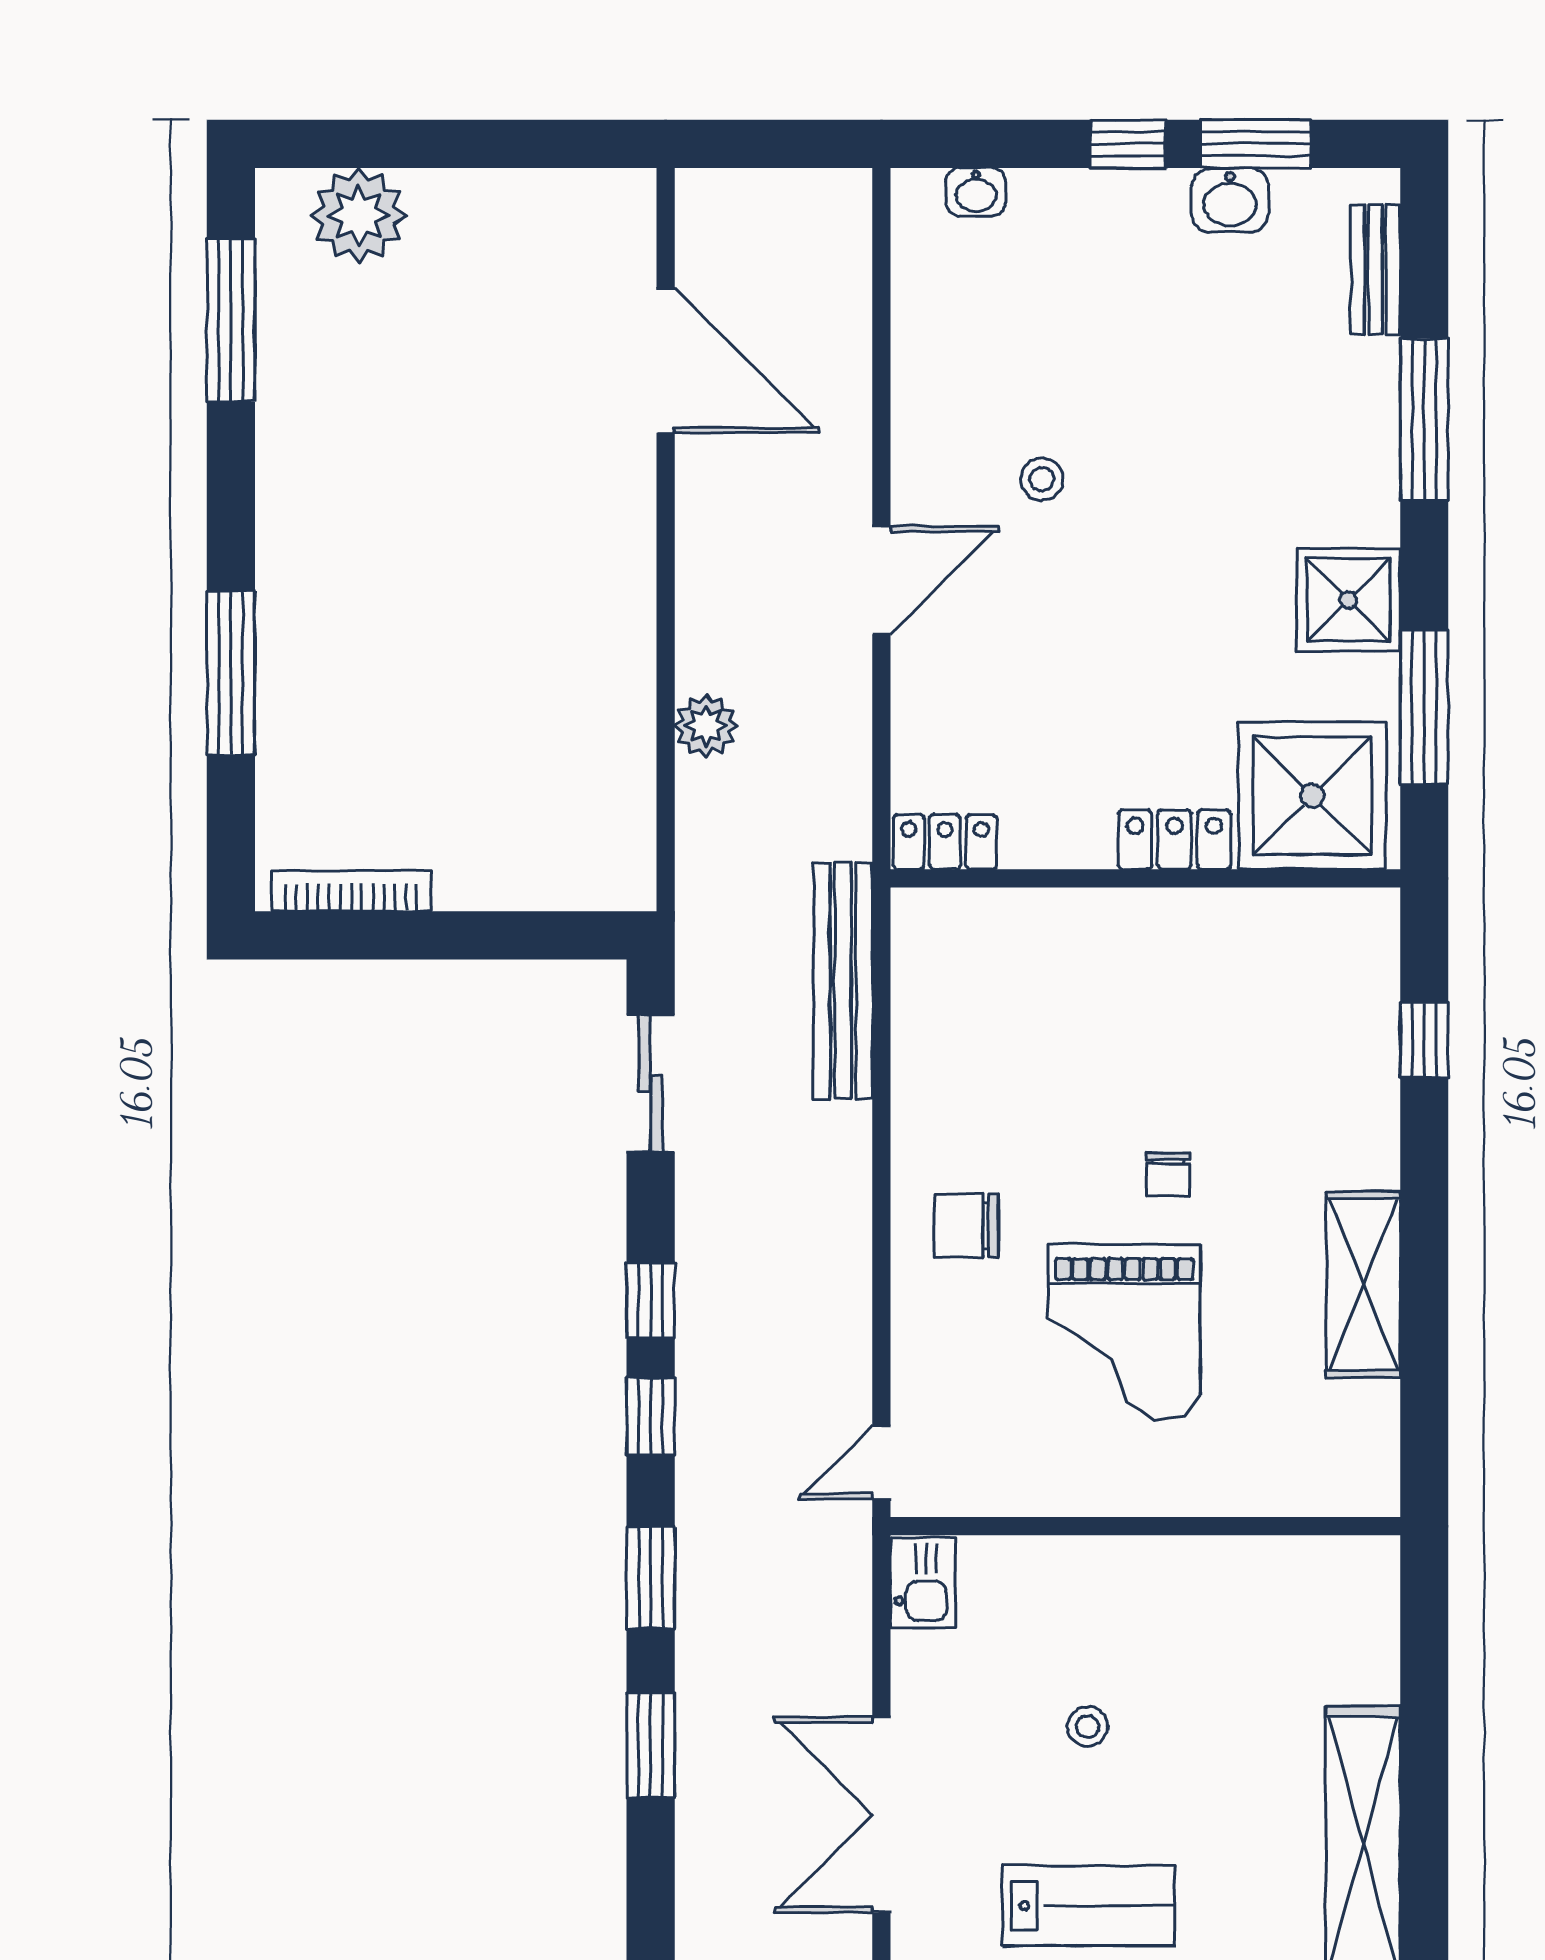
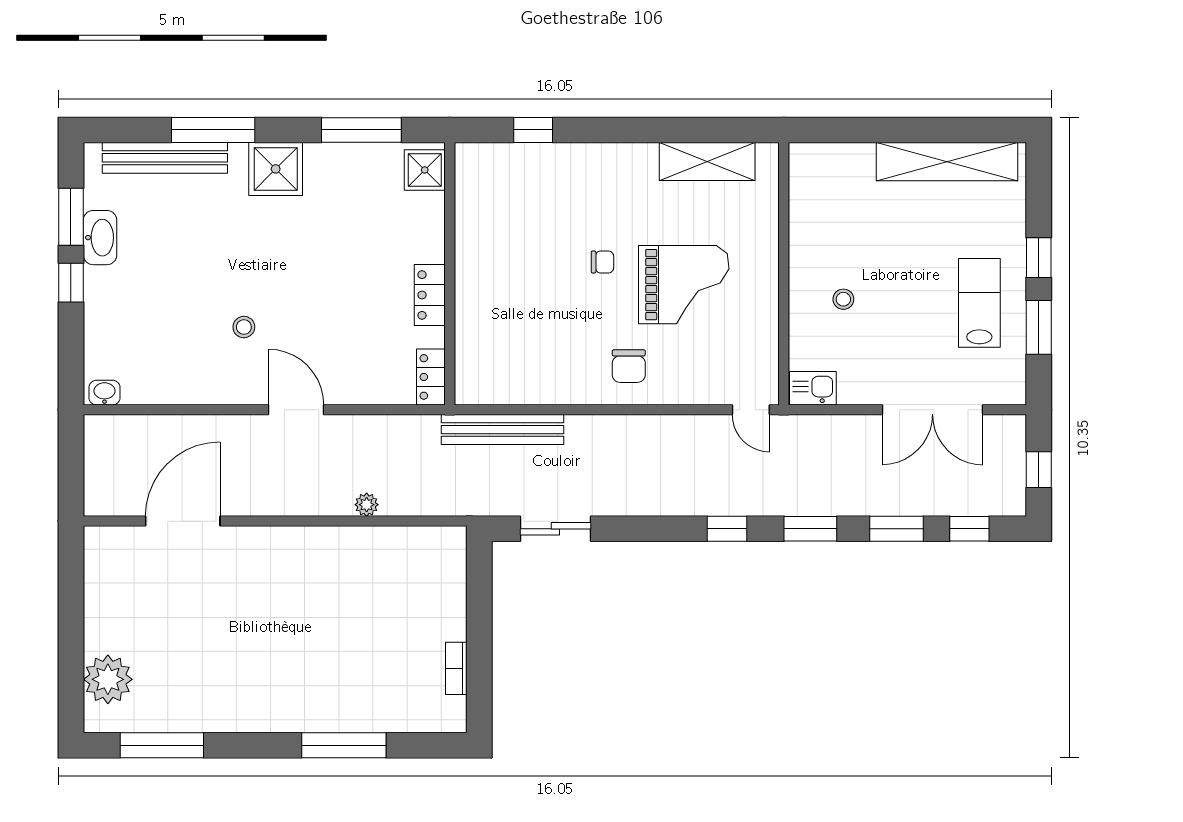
washbasin: (976, 192) -> (104, 393), moved, turned -90
washbasin: (1230, 200) -> (100, 238), width x1.38
bench: (1375, 270) -> (165, 158), width x1.86, depth x1.21
shower: (1348, 600) -> (276, 169), moved
plant: (706, 726) -> (367, 505), width x0.73, depth x0.73
shower: (1312, 796) -> (425, 170), width x0.54, depth x0.54
locker: (1175, 840) -> (430, 295), moved
bookcase: (351, 891) -> (456, 668), width x0.64
shelving: (1363, 1285) -> (707, 161), moved
window: (651, 1301) -> (969, 529), moved
stool: (1088, 1726) -> (843, 299), moved

